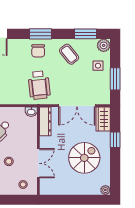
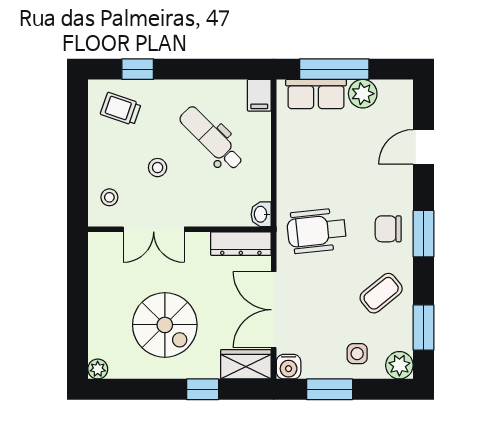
water cooler: (104, 99) -> (289, 367), added

